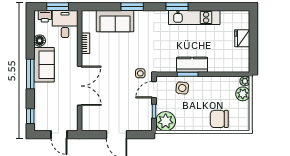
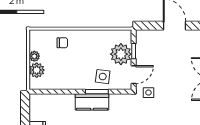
plant: (245, 81) -> (34, 56), moved
chair: (219, 119) -> (62, 43), width x0.54, depth x0.54
plant: (166, 121) -> (121, 54), moved

